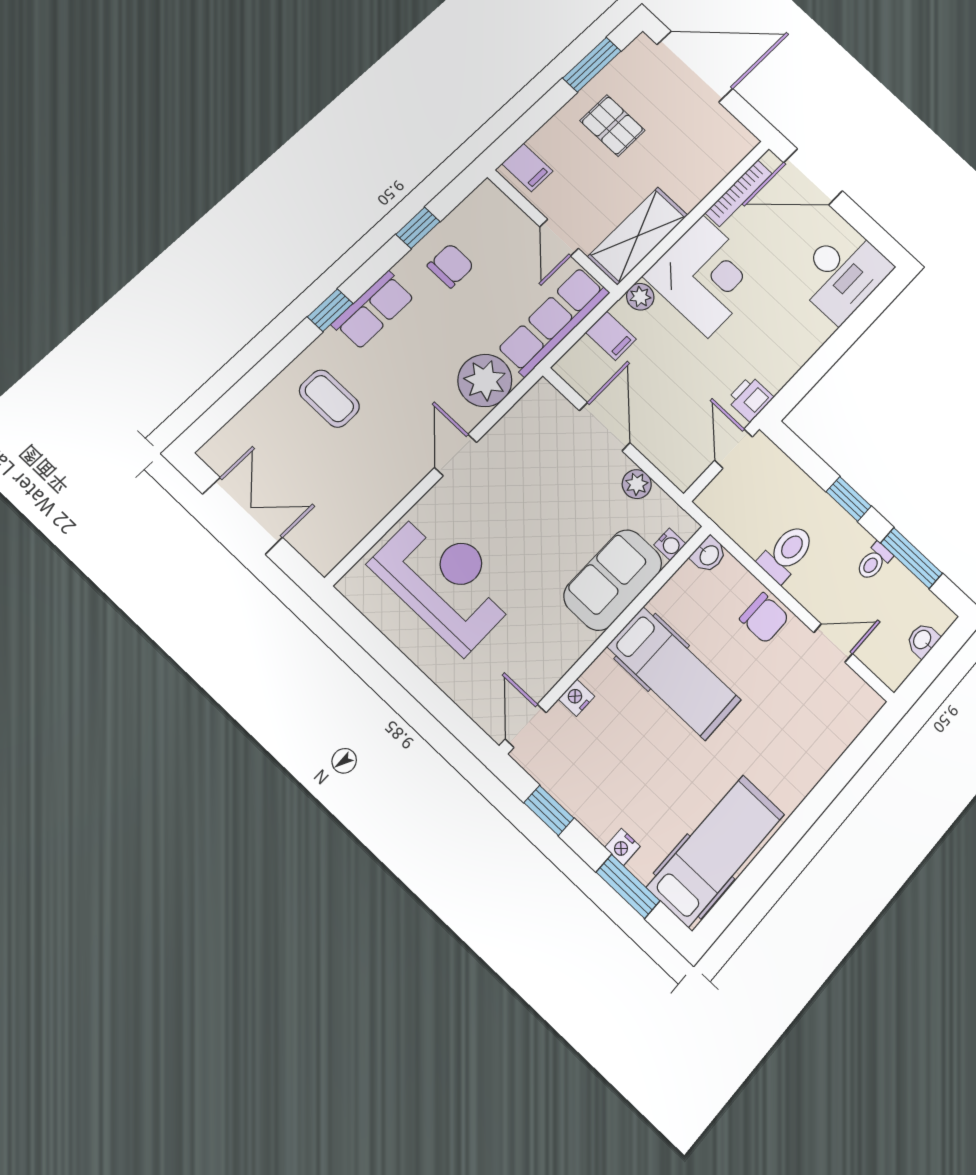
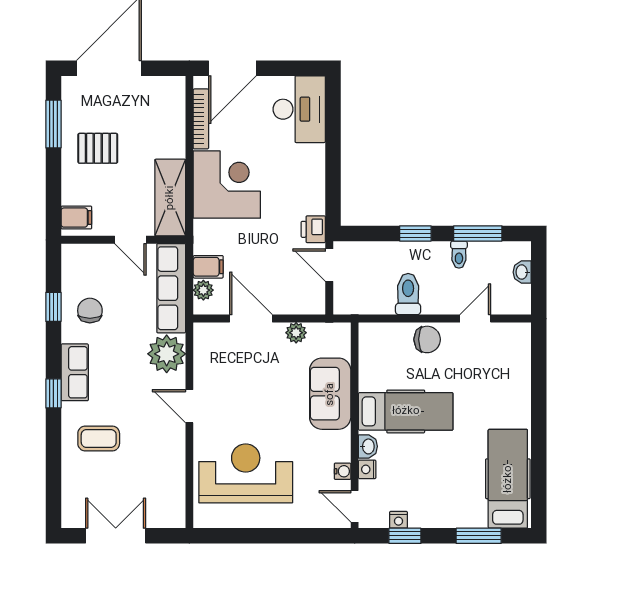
plant: (640, 297) -> (203, 290), moved
water cooler: (670, 544) -> (343, 471), moved
washbasin: (709, 555) -> (368, 446), moved
nightstand: (622, 847) -> (398, 520), moved

